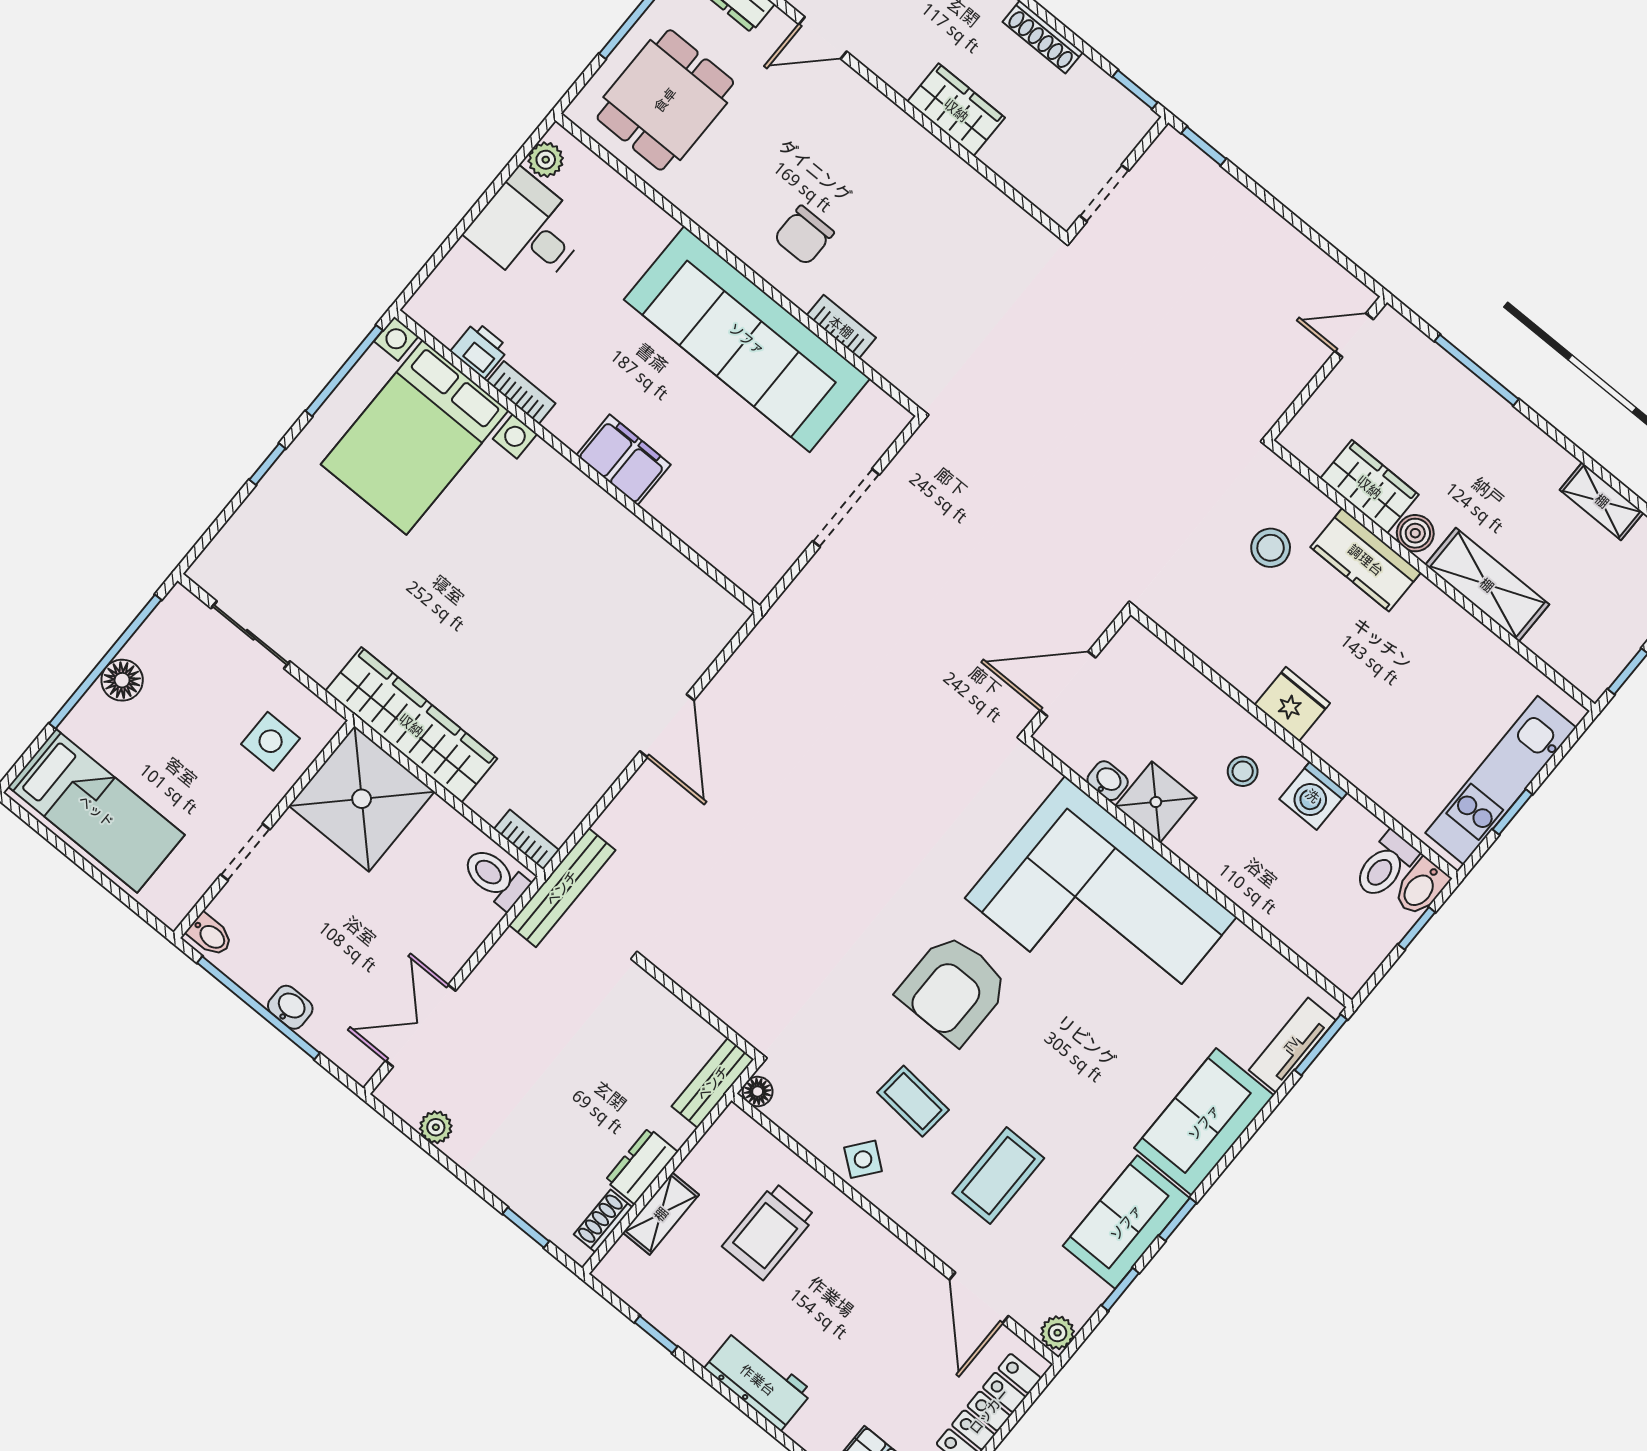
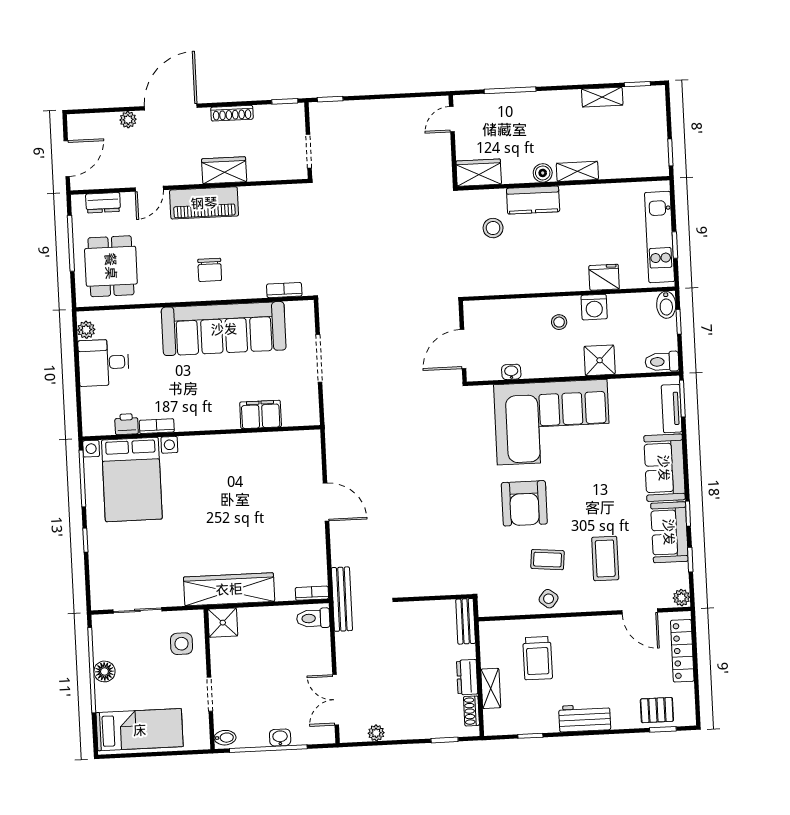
piano: (884, 131) -> (204, 203), added
bookcase: (841, 327) -> (284, 290), moved
filing cabinet: (624, 460) -> (261, 414), moved
wardrobe: (1369, 487) -> (479, 173), moved
shelving: (1487, 585) -> (577, 171), width x0.67, depth x0.75
fridge: (1292, 704) -> (604, 277), moved
shower: (362, 799) -> (223, 623), width x0.54, depth x0.54
shower: (1156, 802) -> (600, 360), moved
toilet: (1385, 865) -> (662, 362), moved, turned 90
floor lamp: (758, 1092) -> (485, 609), removed

